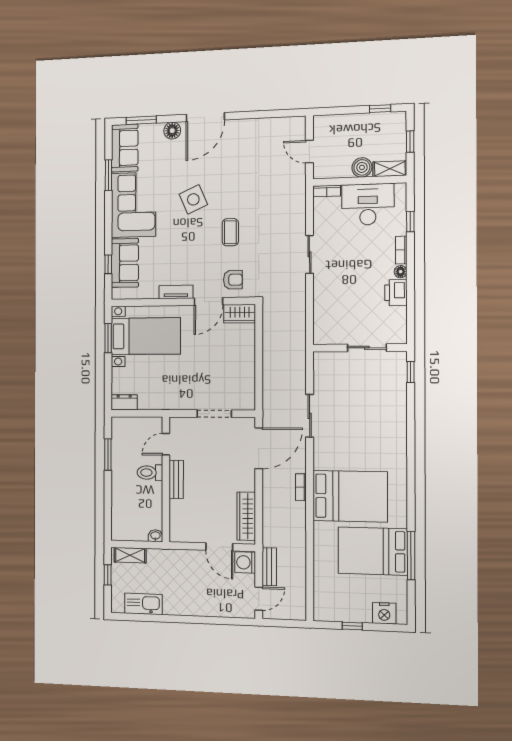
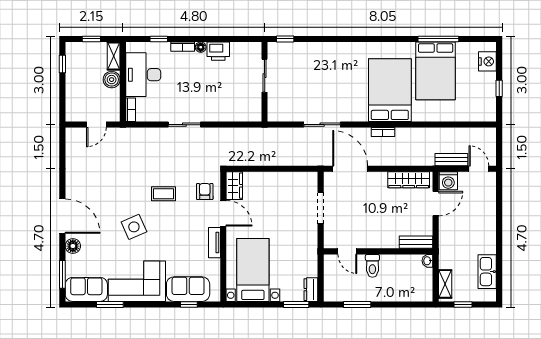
window: (108, 338) -> (296, 305), moved
bench: (176, 479) -> (416, 242), moved

